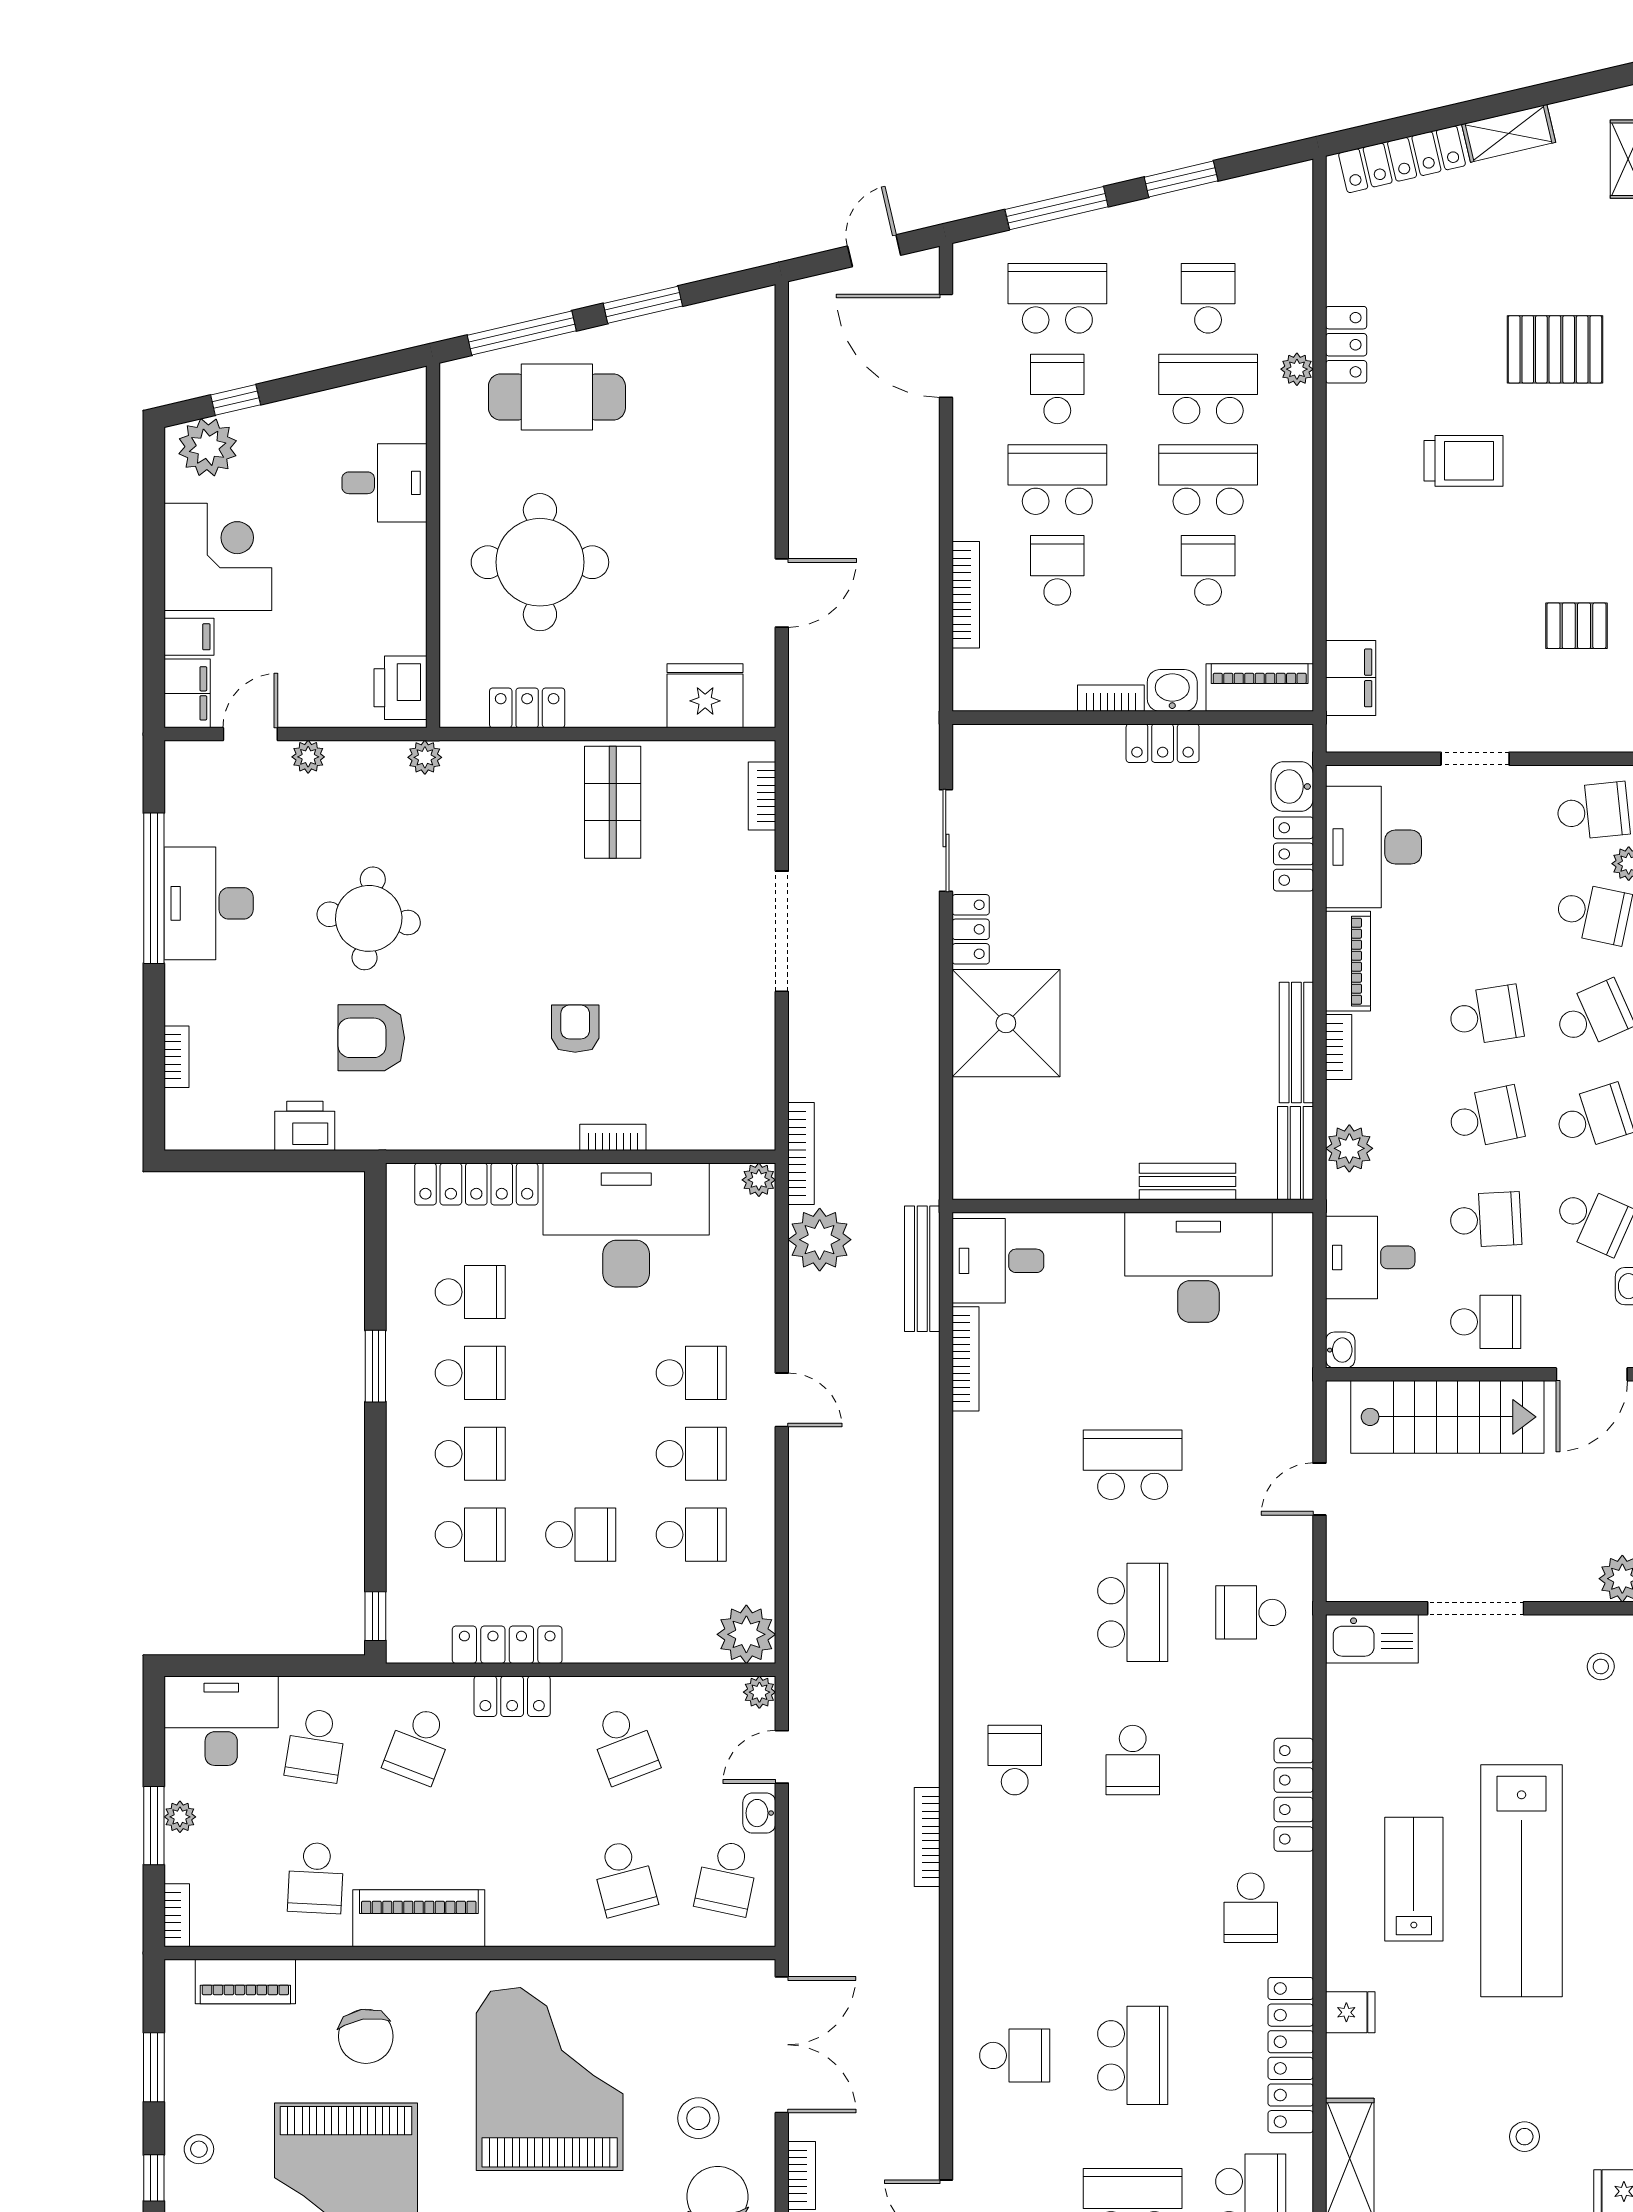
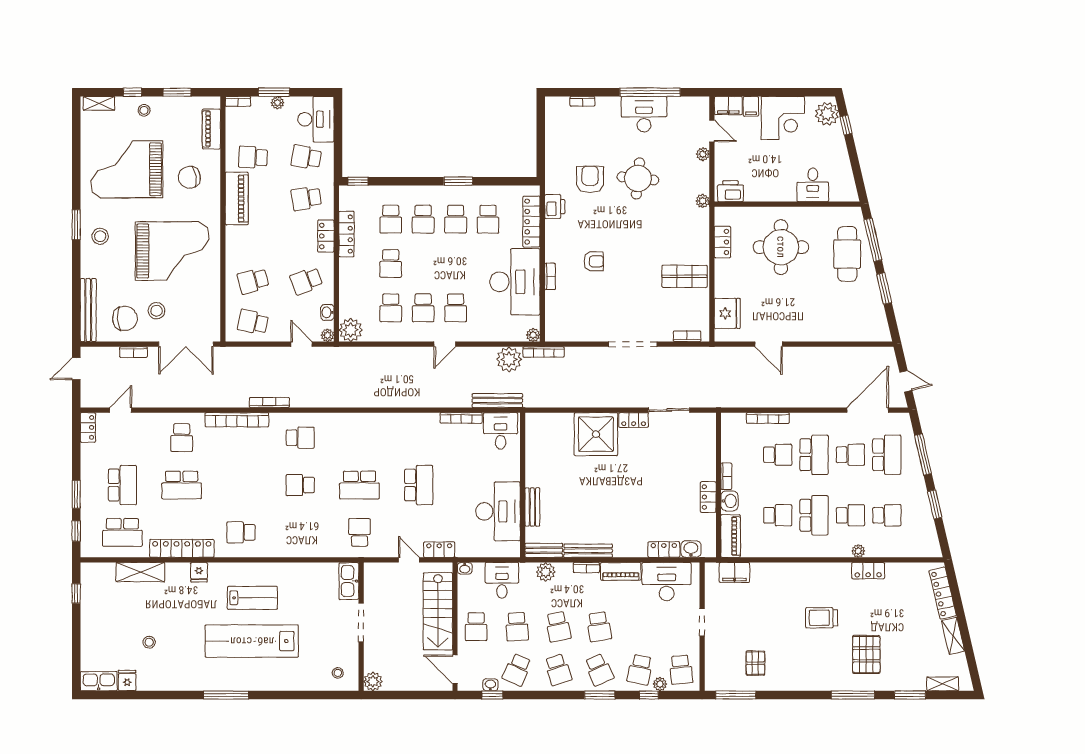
school desk: (1208, 389) -> (850, 515), width x0.54
trolley: (1463, 461) -> (822, 618), turned 90
printer: (305, 1126) -> (555, 207), moved
school desk: (419, 1745) -> (306, 198), turned -30
locker: (1294, 1795) -> (439, 550), moved, width x0.66
washbasin: (759, 1813) -> (327, 312), moved, turned -90
bookcase: (970, 1918) -> (237, 420), added

